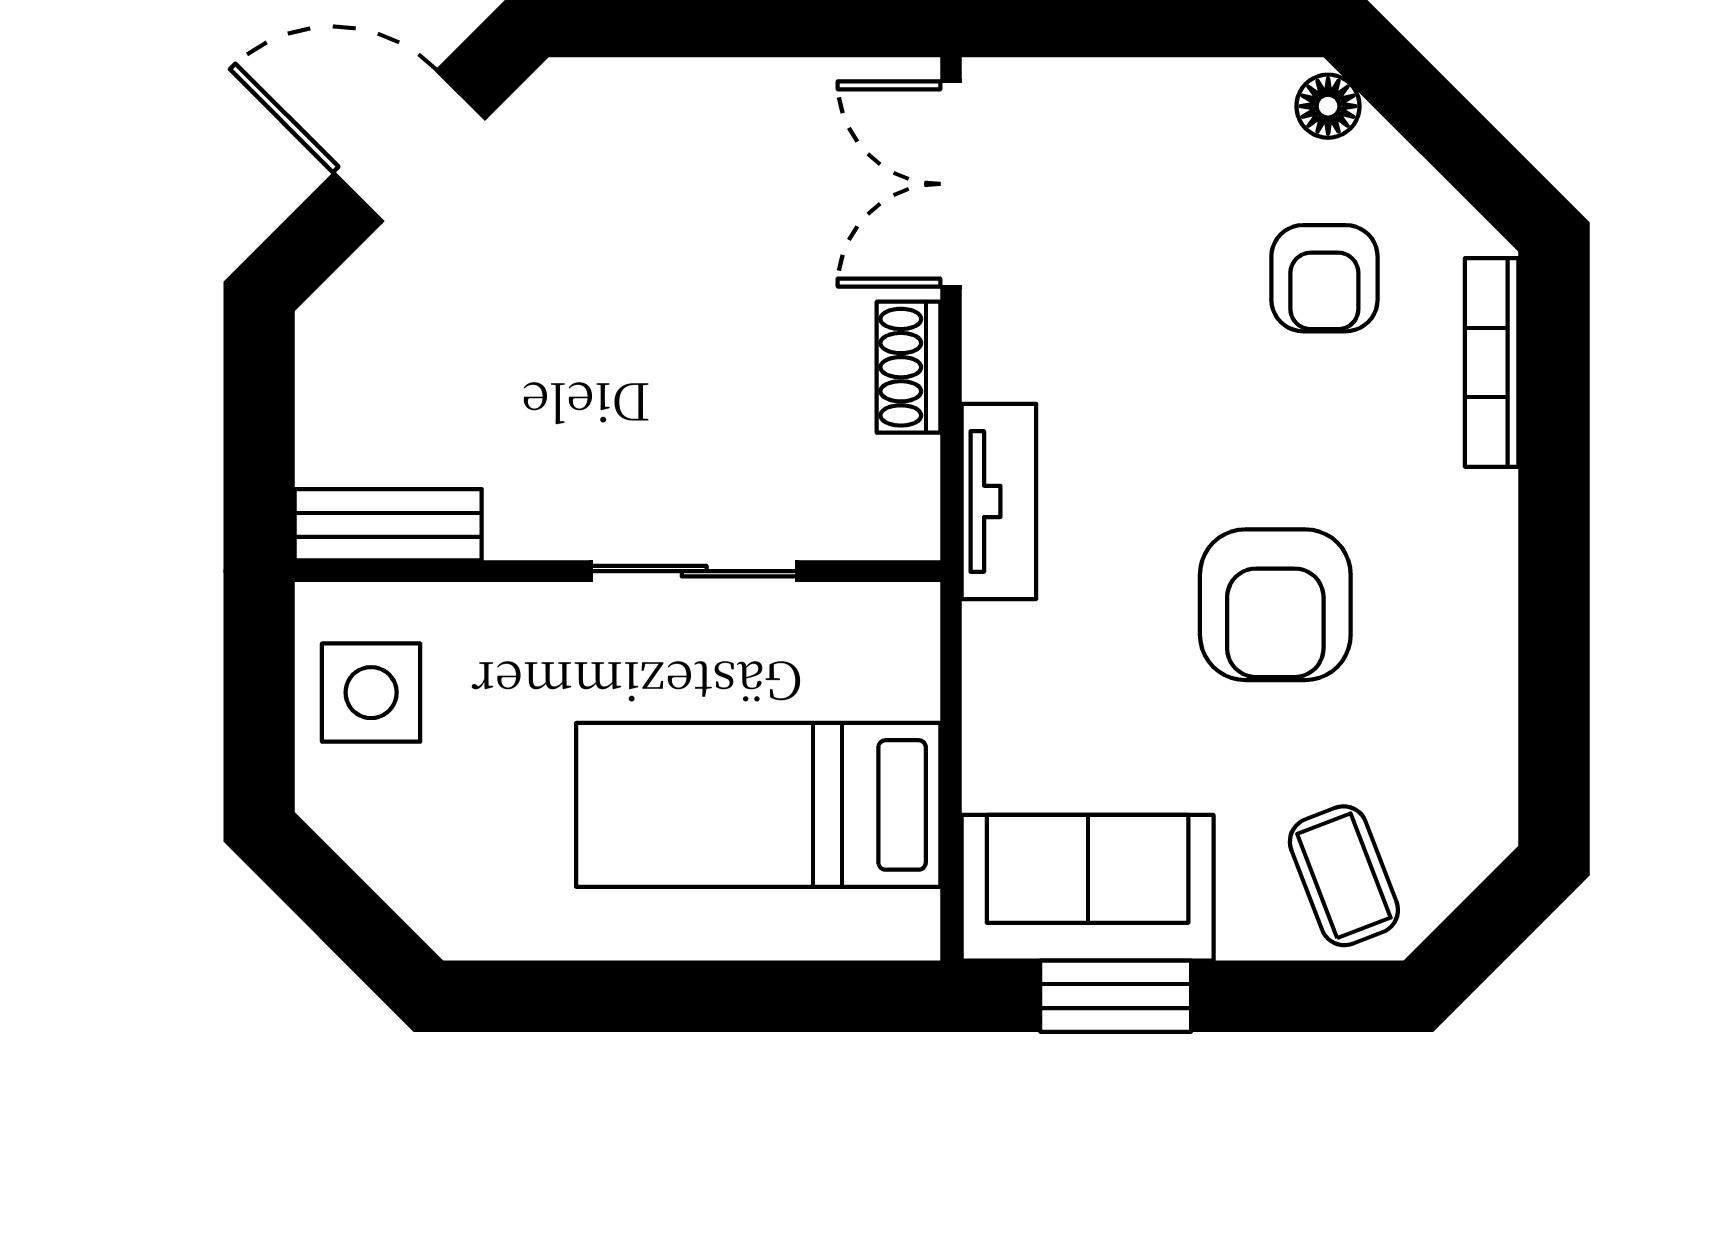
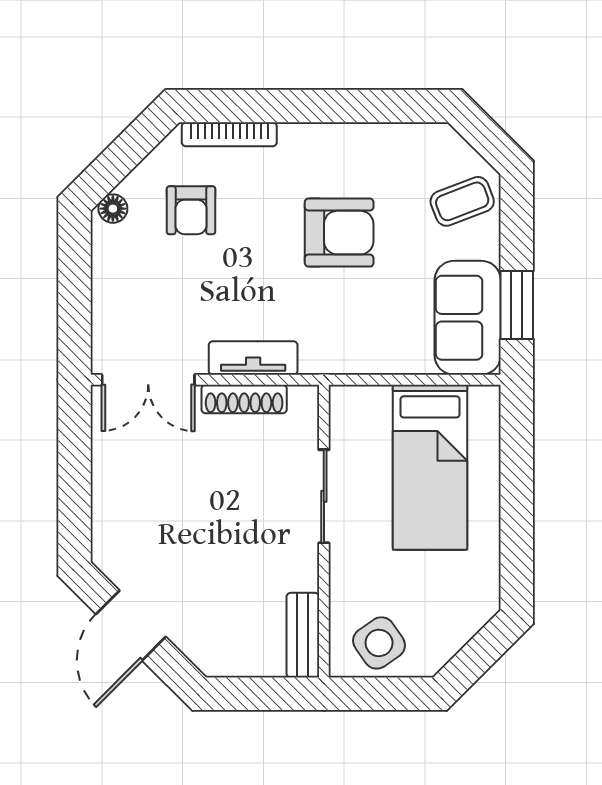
armchair: (1324, 278) -> (191, 210), turned 90
shoe rack: (909, 367) -> (244, 399), width x1.43
tv unit: (999, 501) -> (253, 358), moved
side table: (371, 693) -> (379, 643), turned -35

